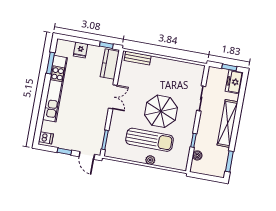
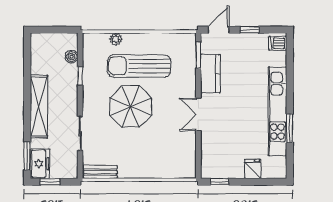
bench: (138, 58) -> (100, 172), moved
window: (50, 63) -> (290, 128), moved
kitchen counter: (110, 64) -> (210, 74), moved
door: (87, 156) -> (219, 30), hinge flipped
plant: (150, 160) -> (116, 39), moved
window: (229, 161) -> (27, 156), moved

